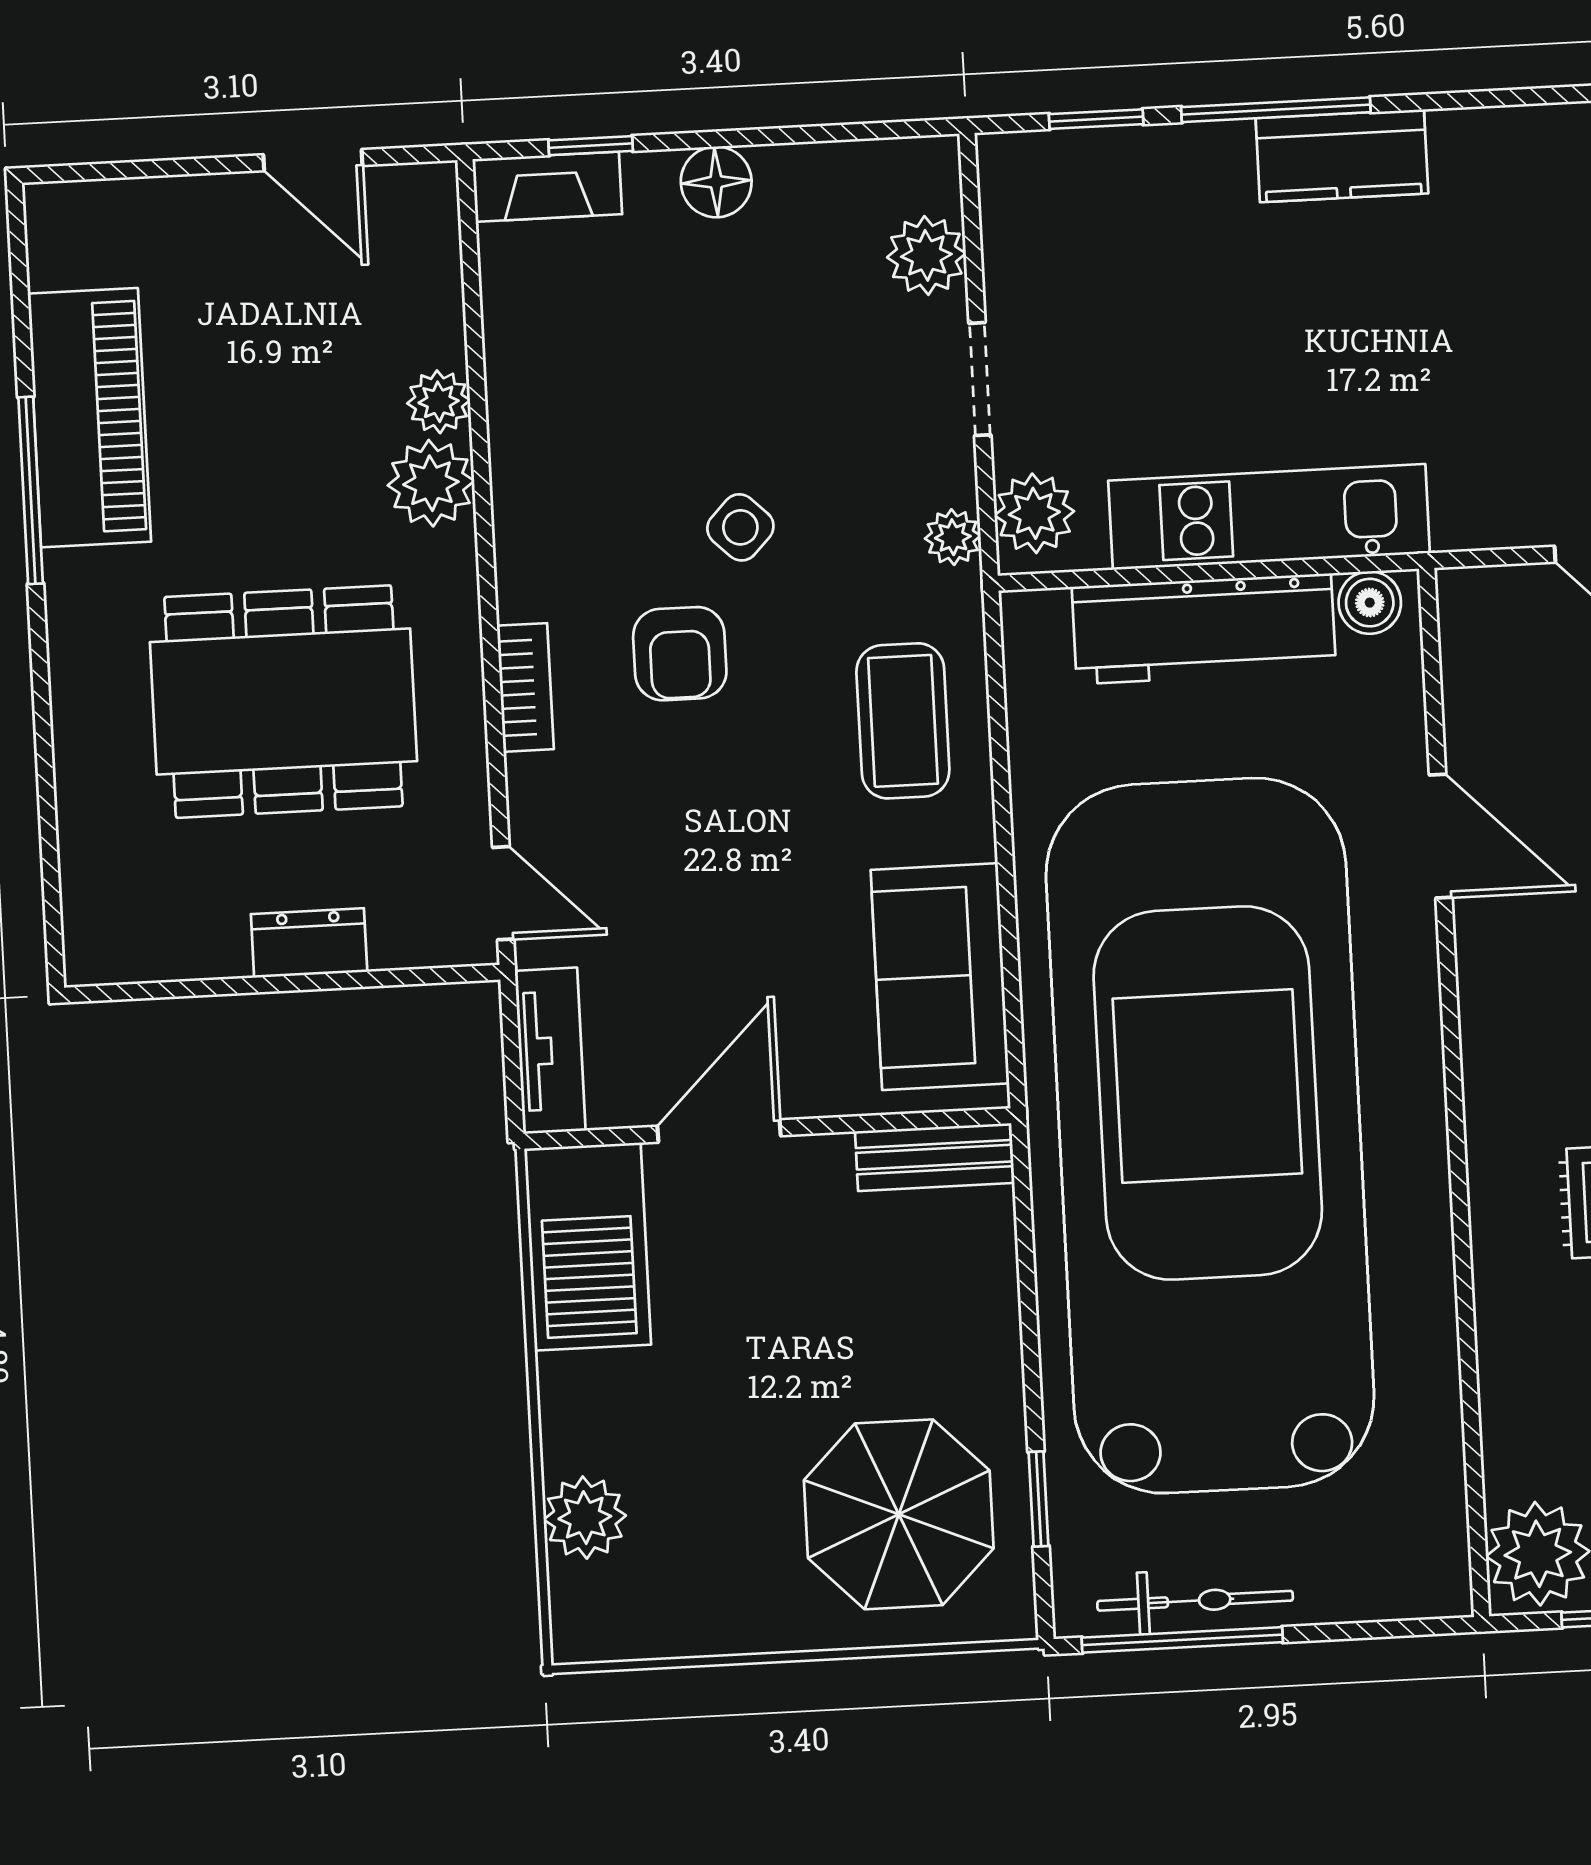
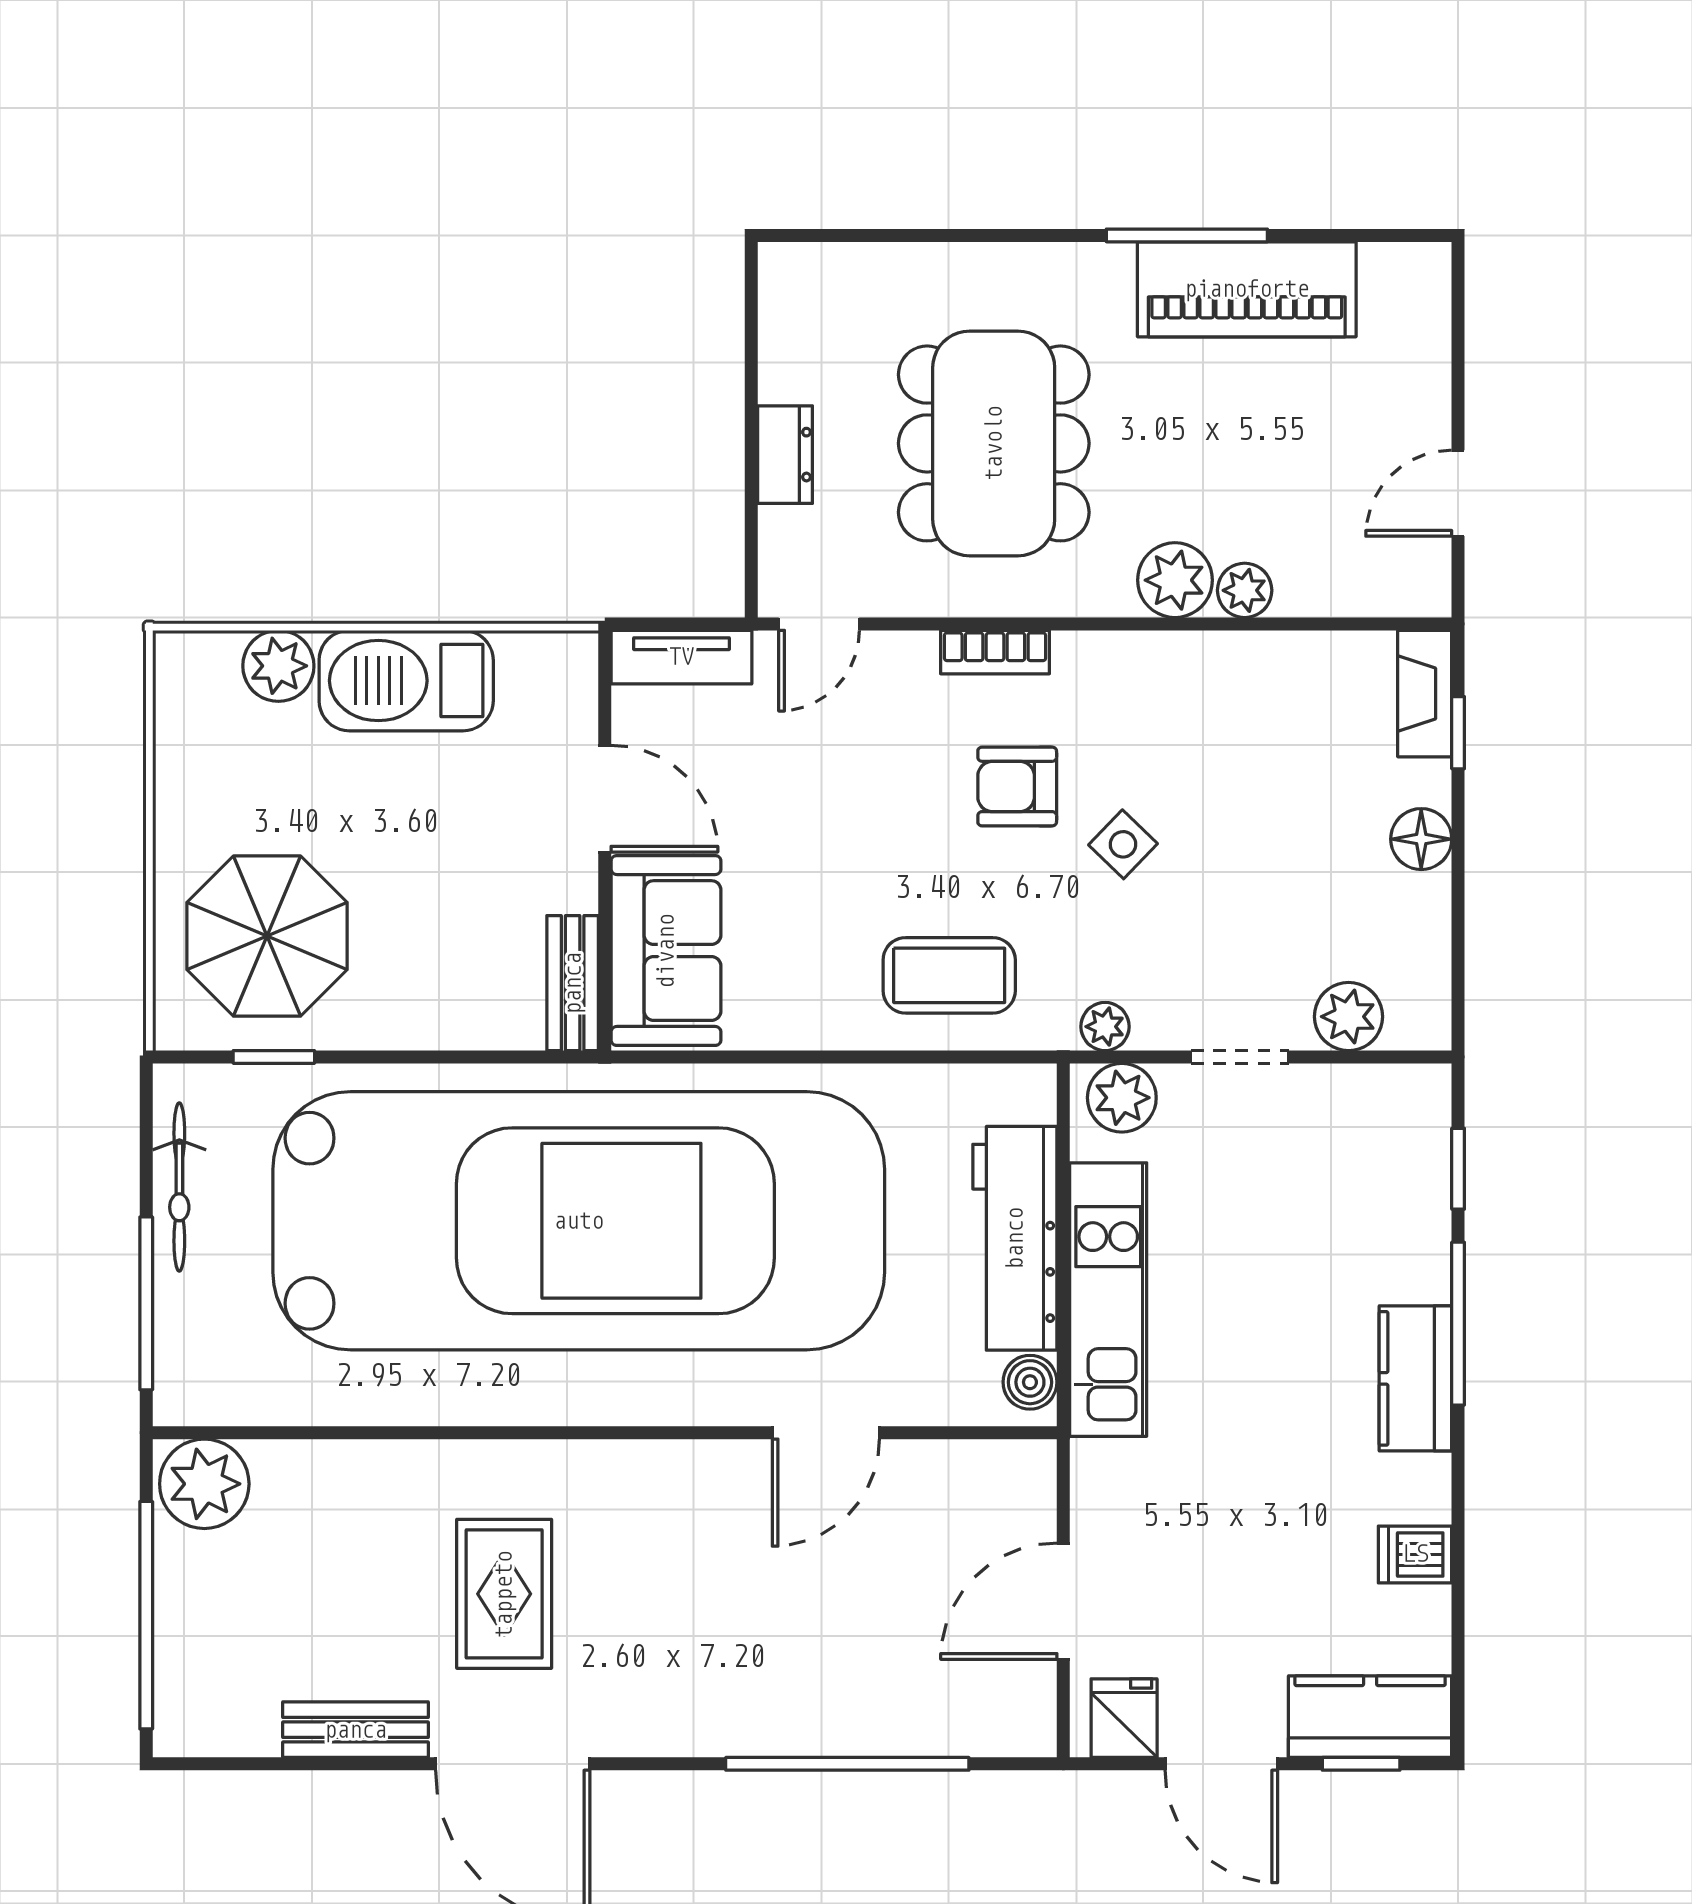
dishwasher: (1546, 146) -> (1415, 1554), added
sofa: (940, 977) -> (666, 951), moved, turned 90
barbecue: (588, 1247) -> (406, 681), moved
window: (1182, 1640) -> (146, 1303), moved

